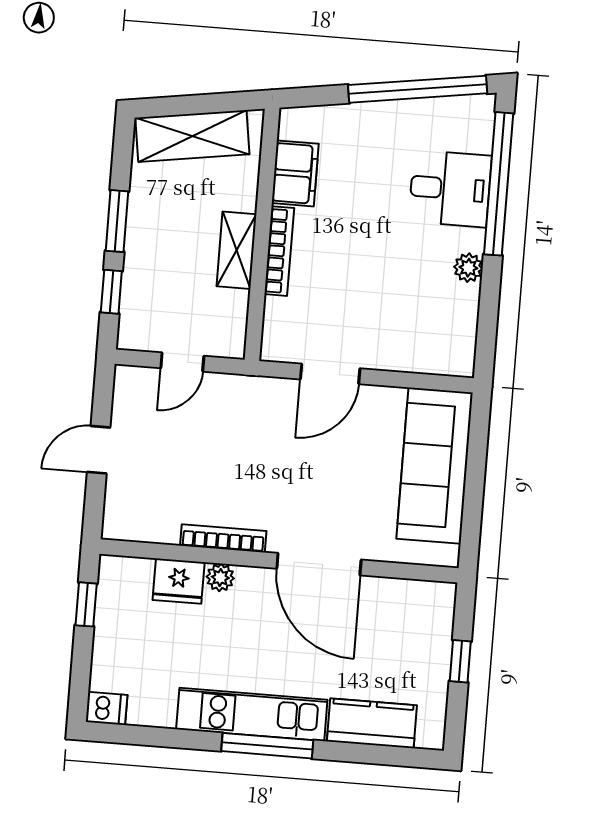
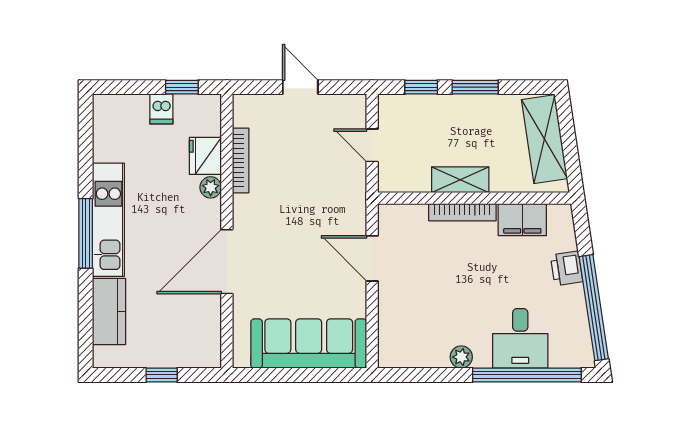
printer: (364, 121) -> (567, 268), added
bookcase: (223, 538) -> (241, 160), moved
dishwasher: (107, 708) -> (161, 109), moved

